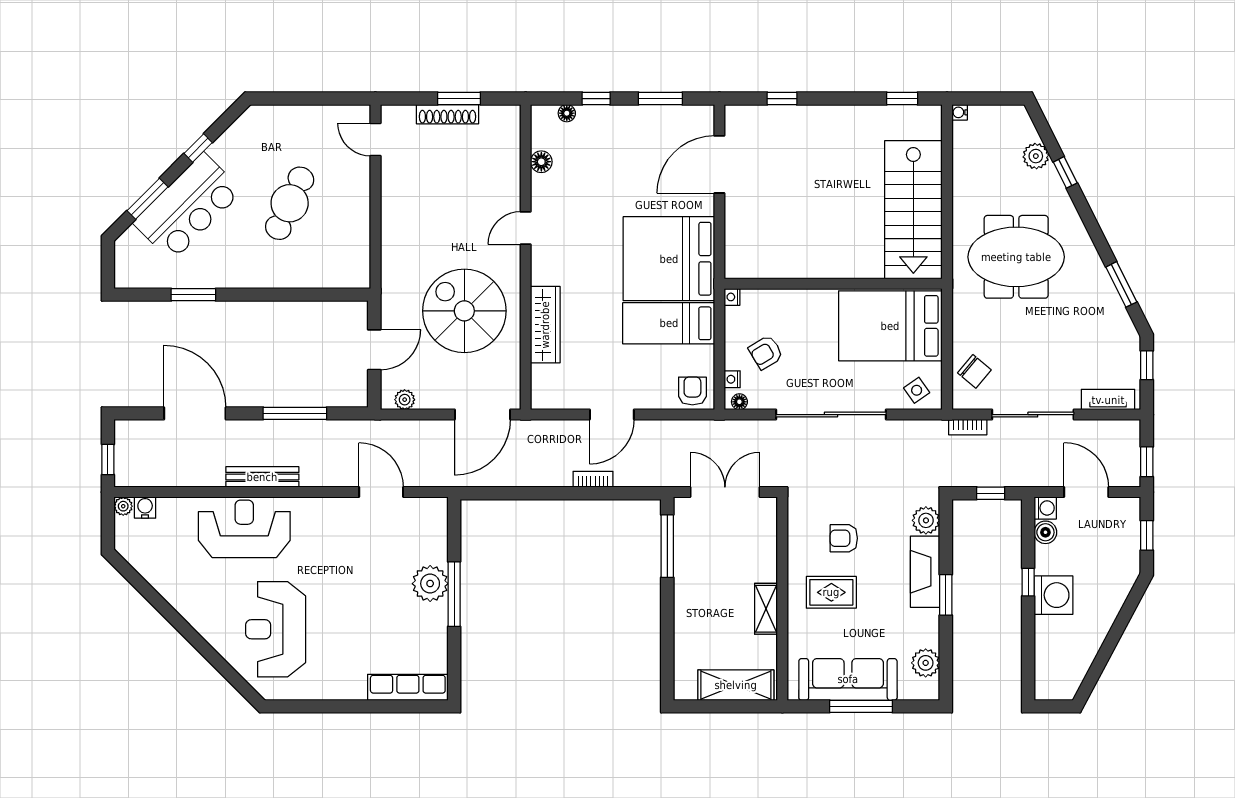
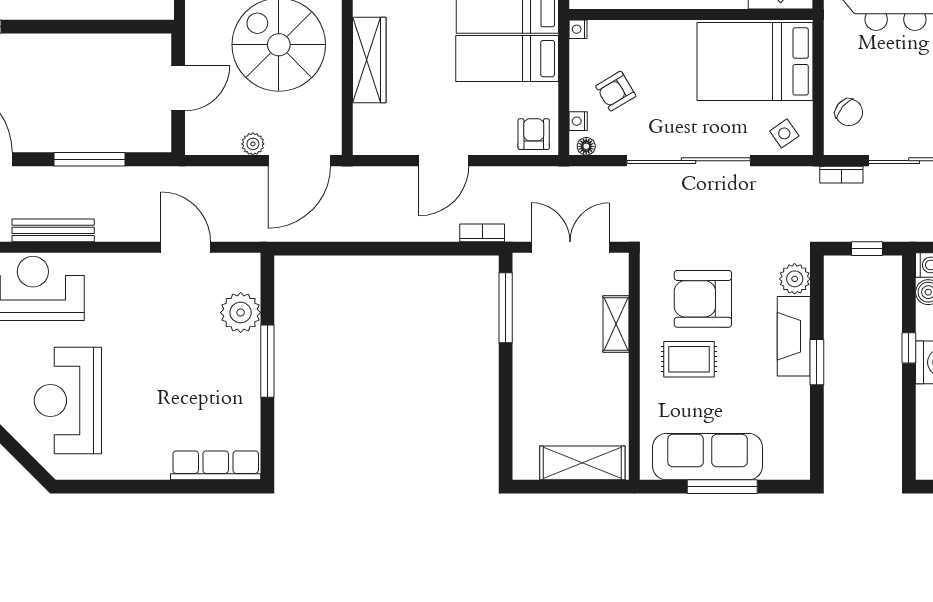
plant: (405, 400) -> (253, 144), moved
bookcase: (593, 479) -> (482, 233), moved
armchair: (844, 538) -> (703, 299), width x1.88, depth x1.88
plant: (430, 584) -> (241, 313), moved
shelving: (766, 609) -> (616, 324), moved
plant: (926, 663) -> (794, 438), removed

